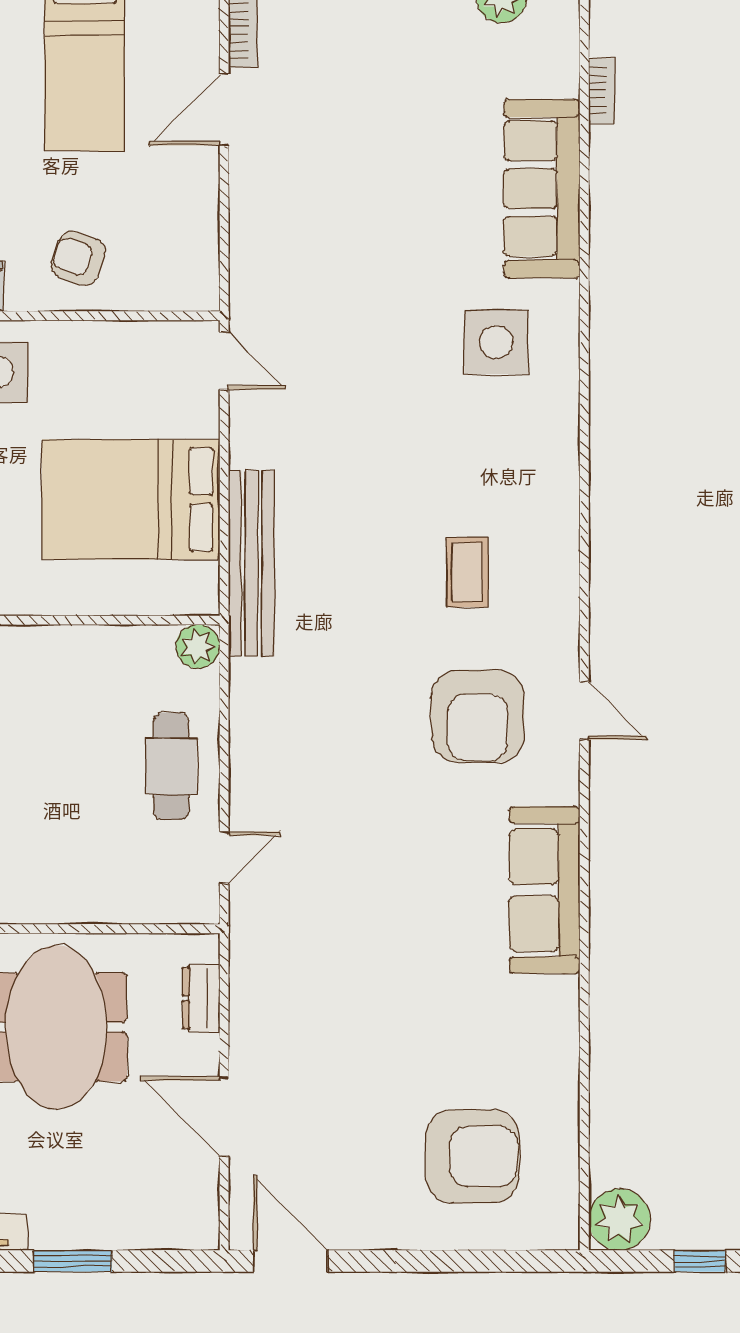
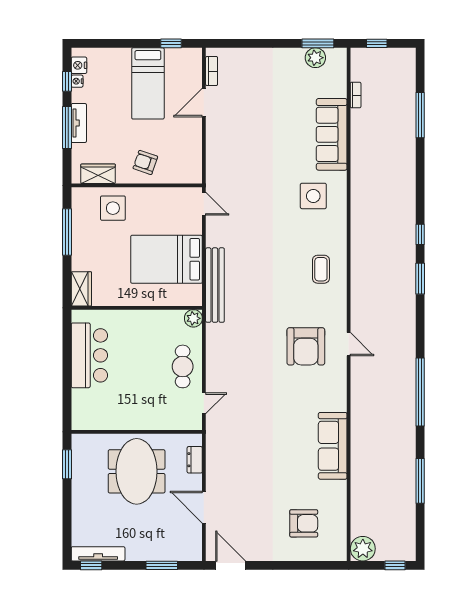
coffee table: (467, 572) -> (321, 269), moved
sofa: (544, 890) -> (333, 446), moved
armchair: (472, 1156) -> (304, 523), width x0.73, depth x0.73
window: (73, 1261) -> (162, 565), moved

